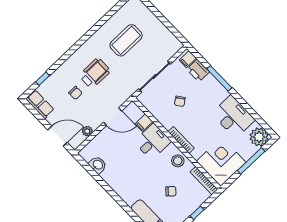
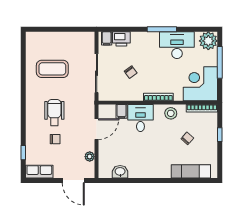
coffee table: (126, 40) -> (52, 69), turned 90
window: (219, 78) -> (162, 29), moved
door: (57, 136) -> (73, 181), swing flipped

